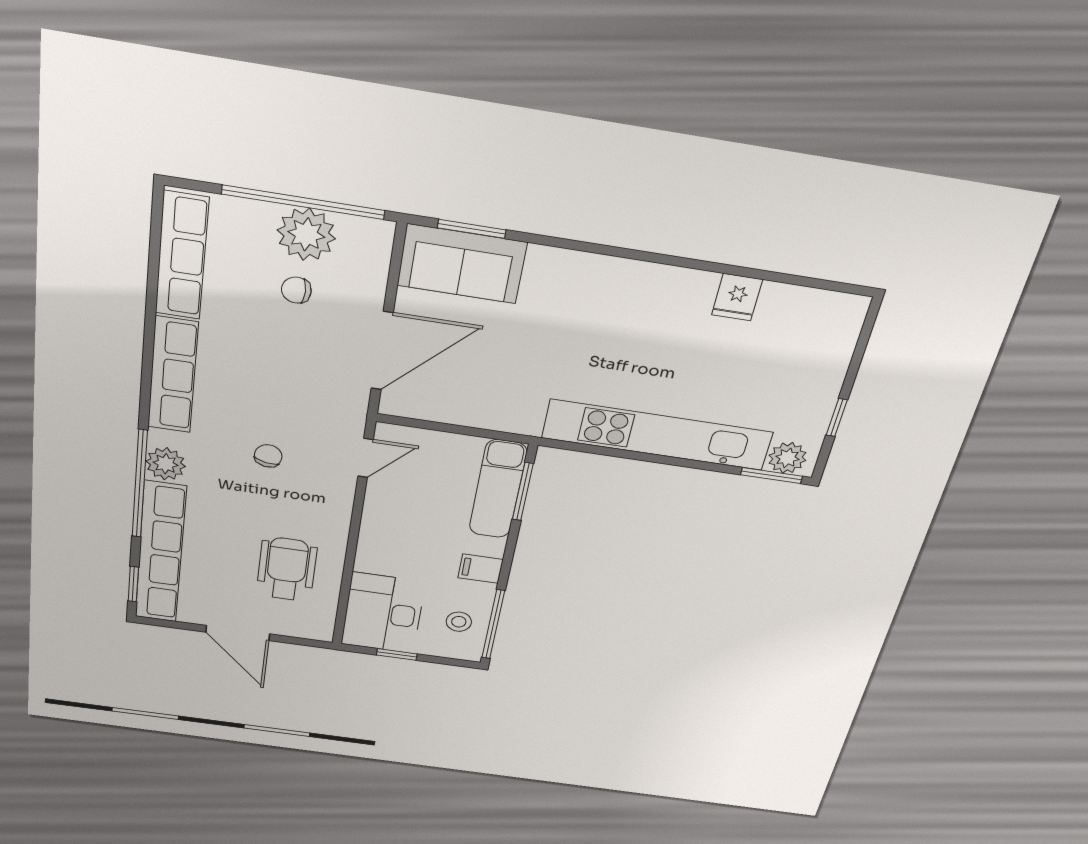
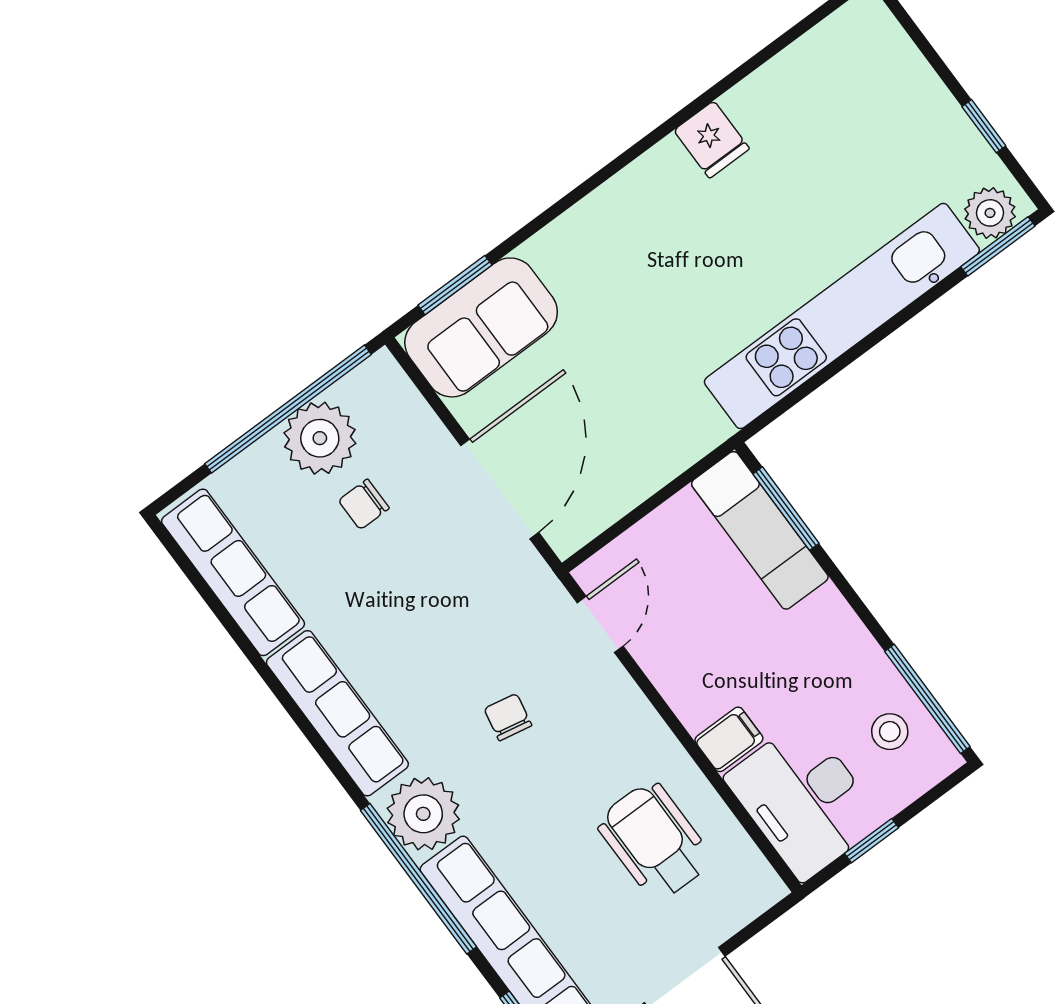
fridge: (737, 297) -> (712, 140), moved
plant: (166, 464) -> (423, 814), width x1.36, depth x1.36
filing cabinet: (481, 569) -> (729, 739), moved, turned 180

